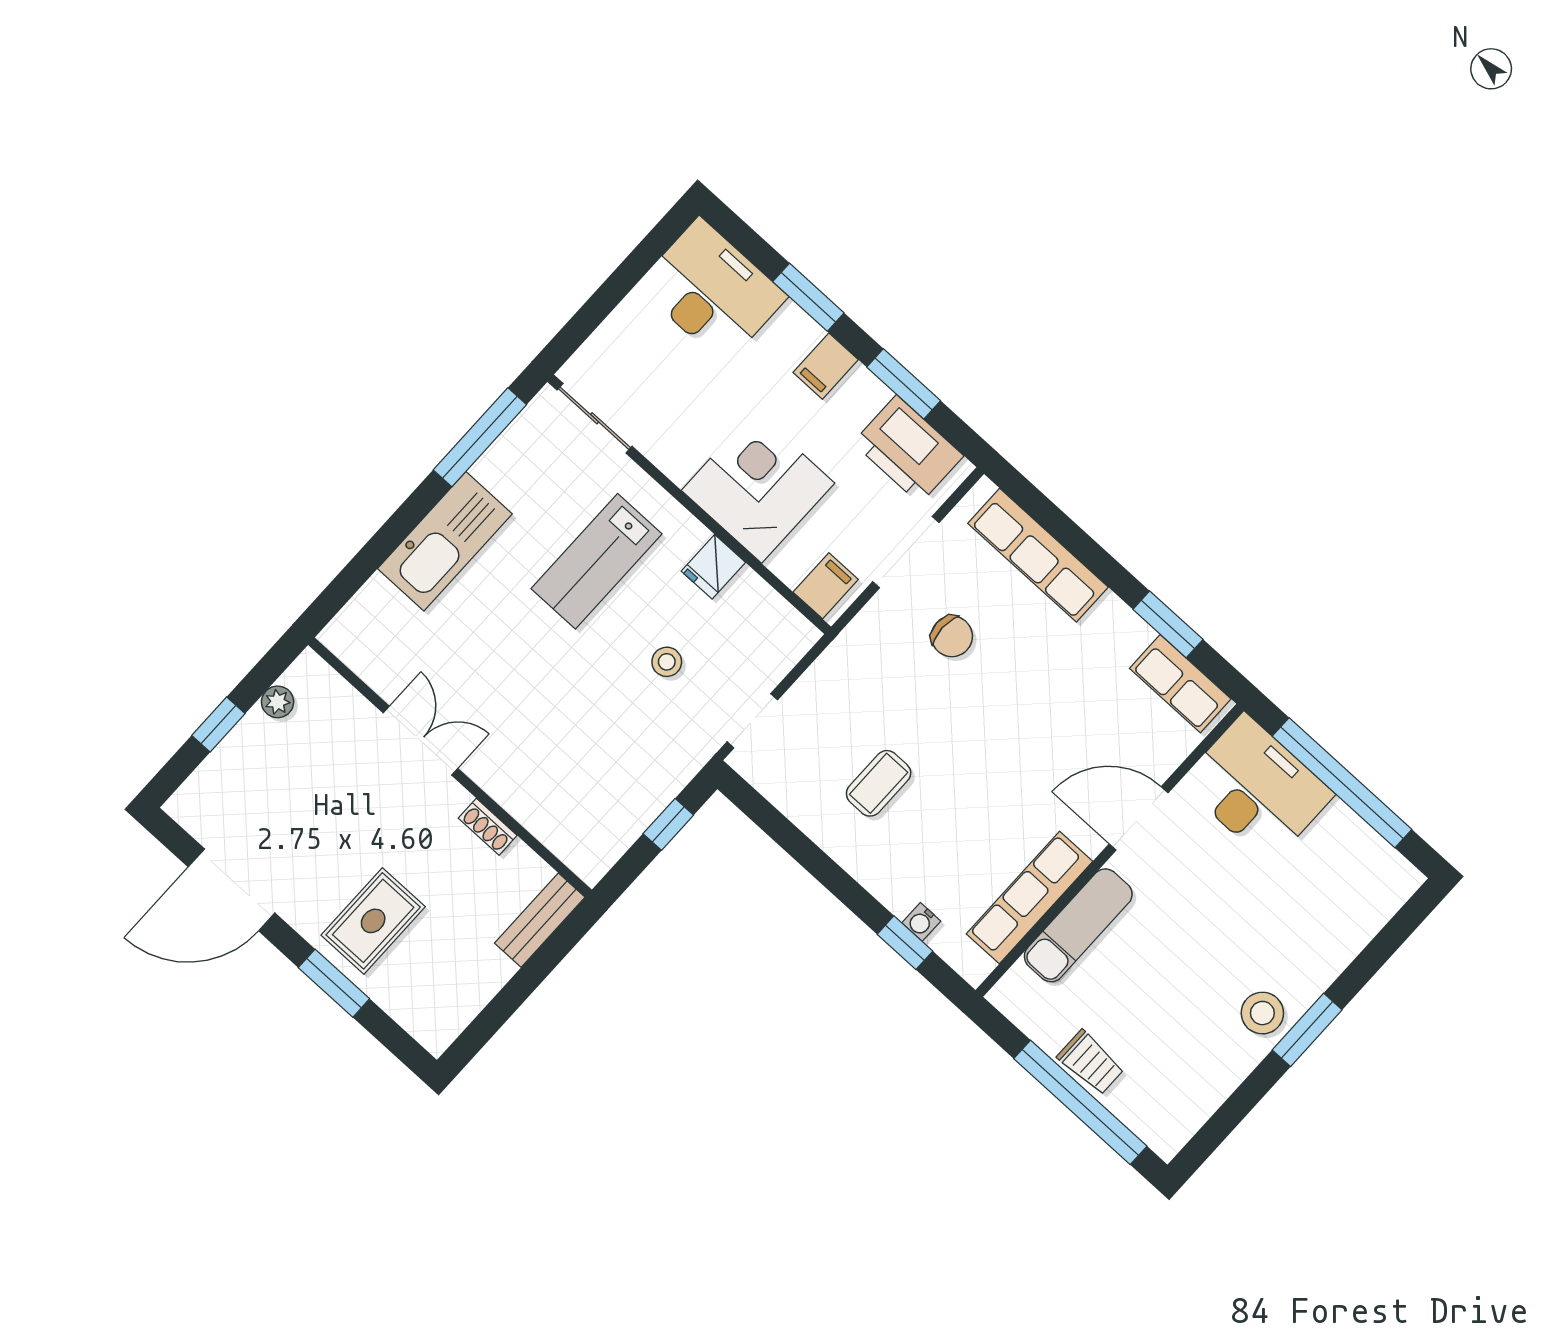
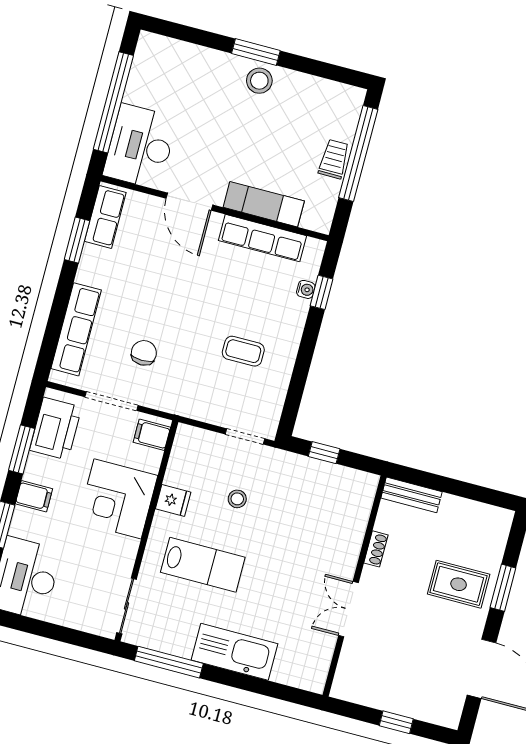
plant: (278, 702) -> (368, 697), removed

